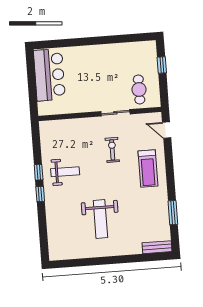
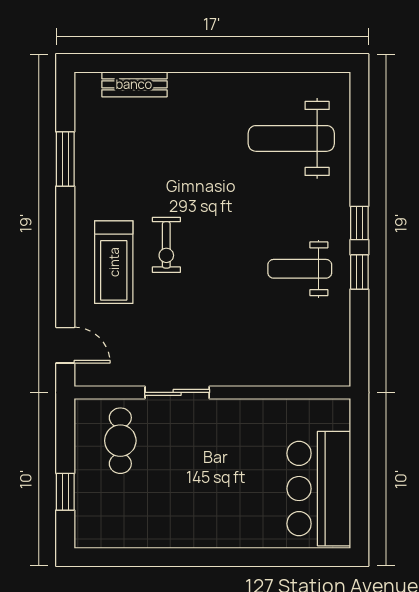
exercise bike: (112, 150) -> (166, 245), moved
treadmill: (148, 168) -> (114, 262), turned 180
weight bench: (100, 219) -> (291, 138), moved, turned -90
bench: (157, 247) -> (134, 84), moved

